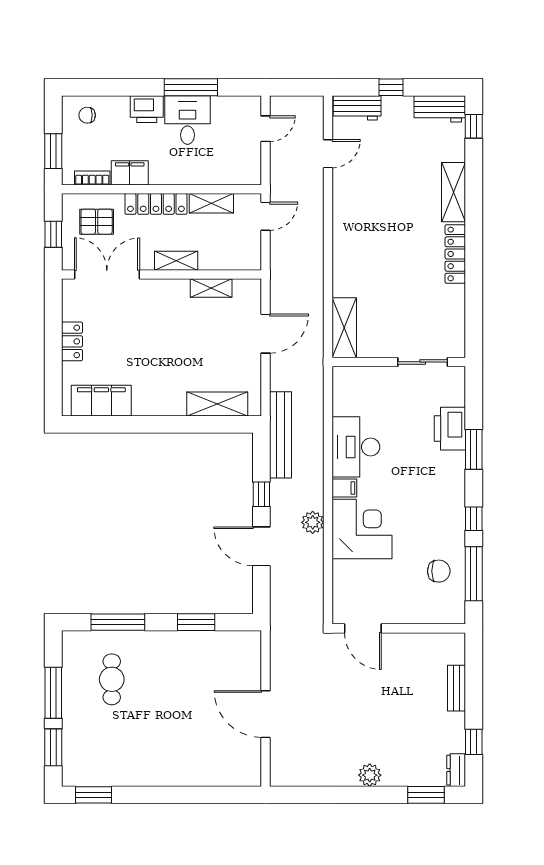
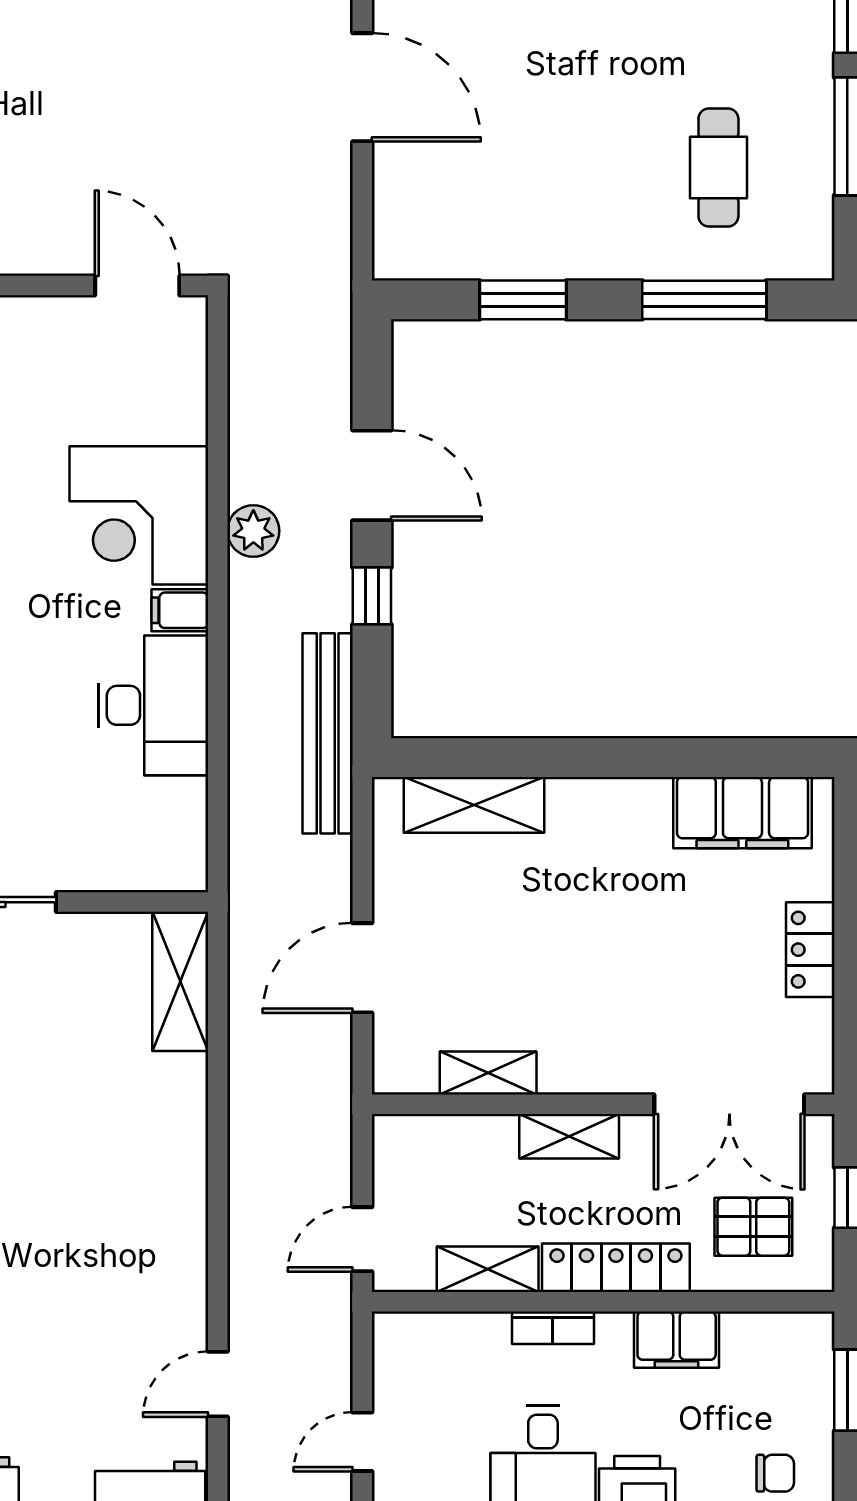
bookcase: (92, 178) -> (553, 1328), moved

